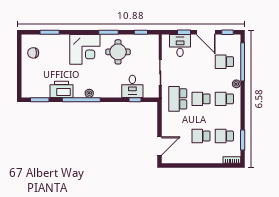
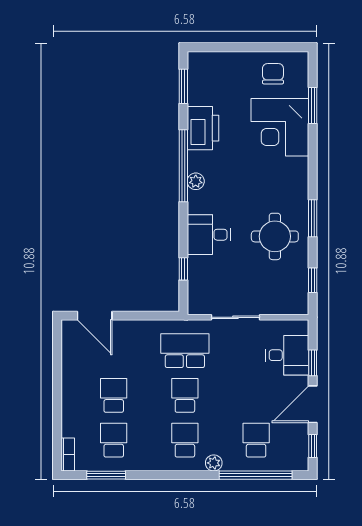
corner desk: (85, 49) -> (280, 127), moved
desk: (132, 86) -> (209, 235), moved

